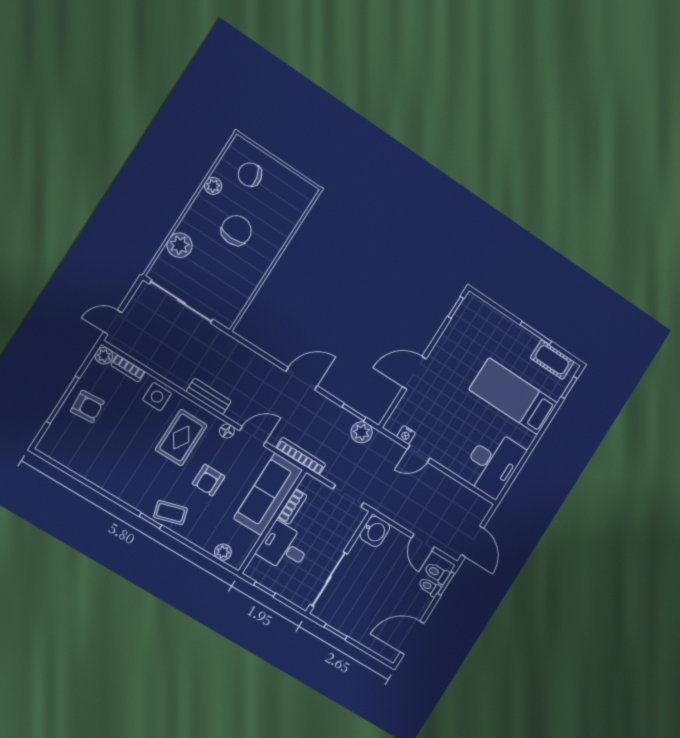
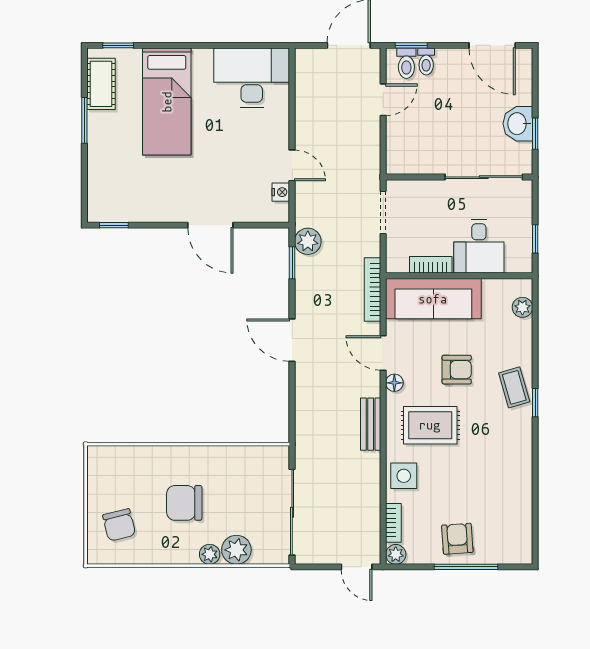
plant: (213, 186) -> (210, 554), moved
washbasin: (375, 531) -> (518, 124), moved, turned -90

